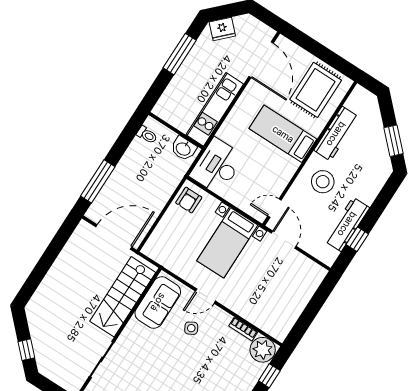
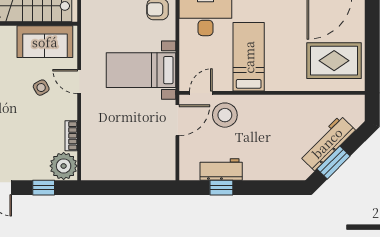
bed: (283, 134) -> (249, 57), moved
workbench: (336, 134) -> (327, 143), moved, turned 135
stool: (323, 182) -> (225, 115), moved
door: (274, 208) -> (201, 93), hinge flipped
workbench: (347, 224) -> (221, 169), width x0.73

